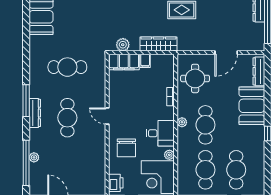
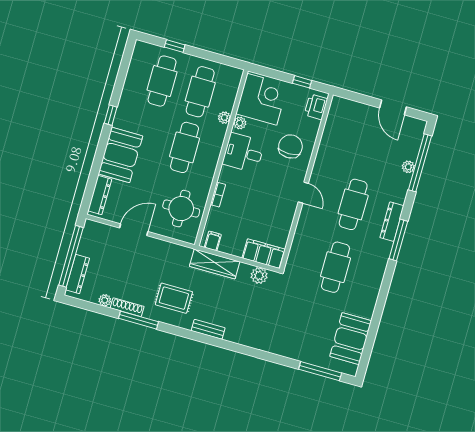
filing cabinet: (145, 61) -> (213, 241), moved
cafe table: (67, 67) -> (335, 267), turned 90
plant: (182, 122) -> (224, 118), moved

